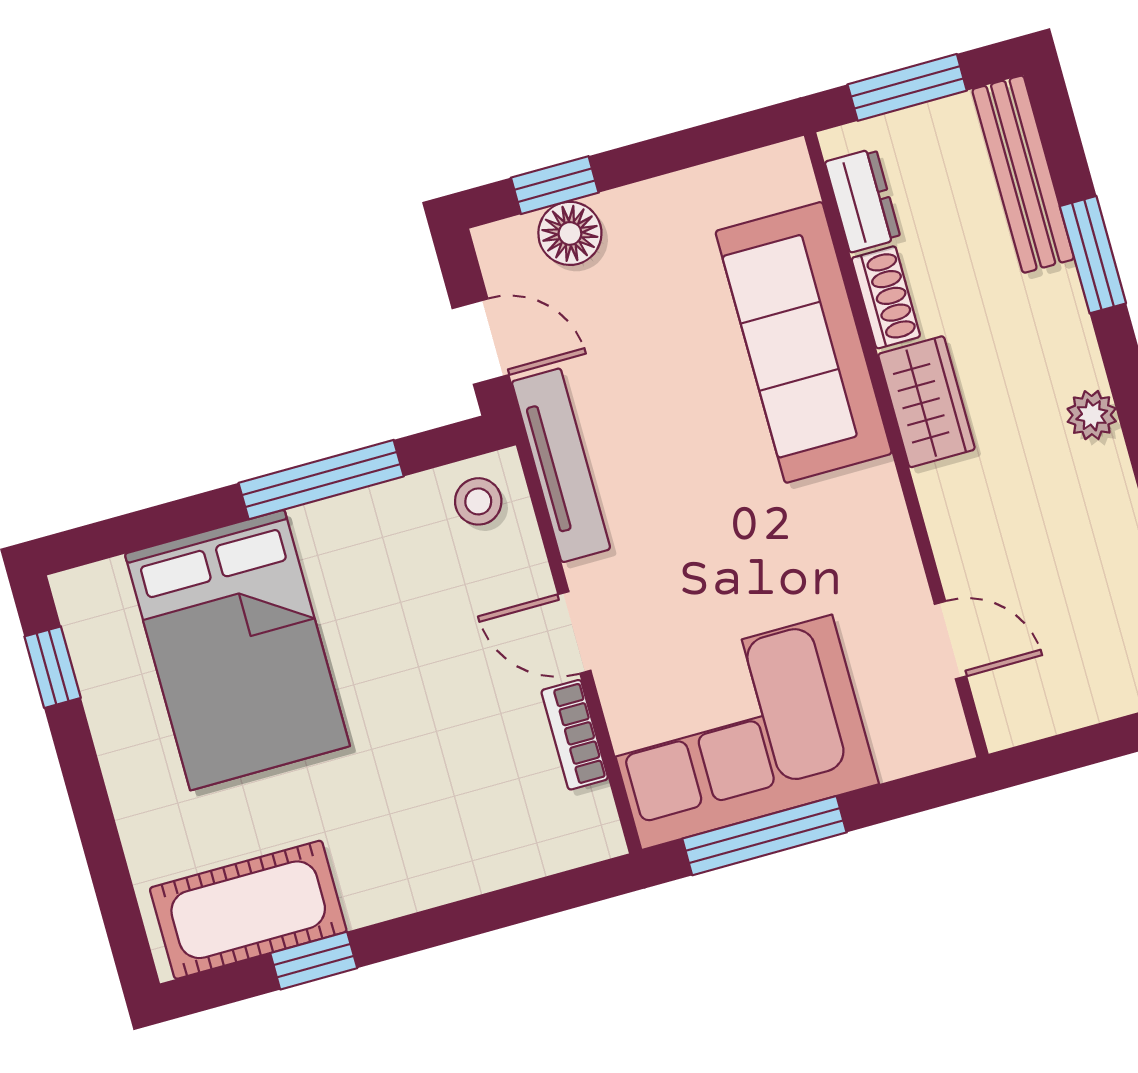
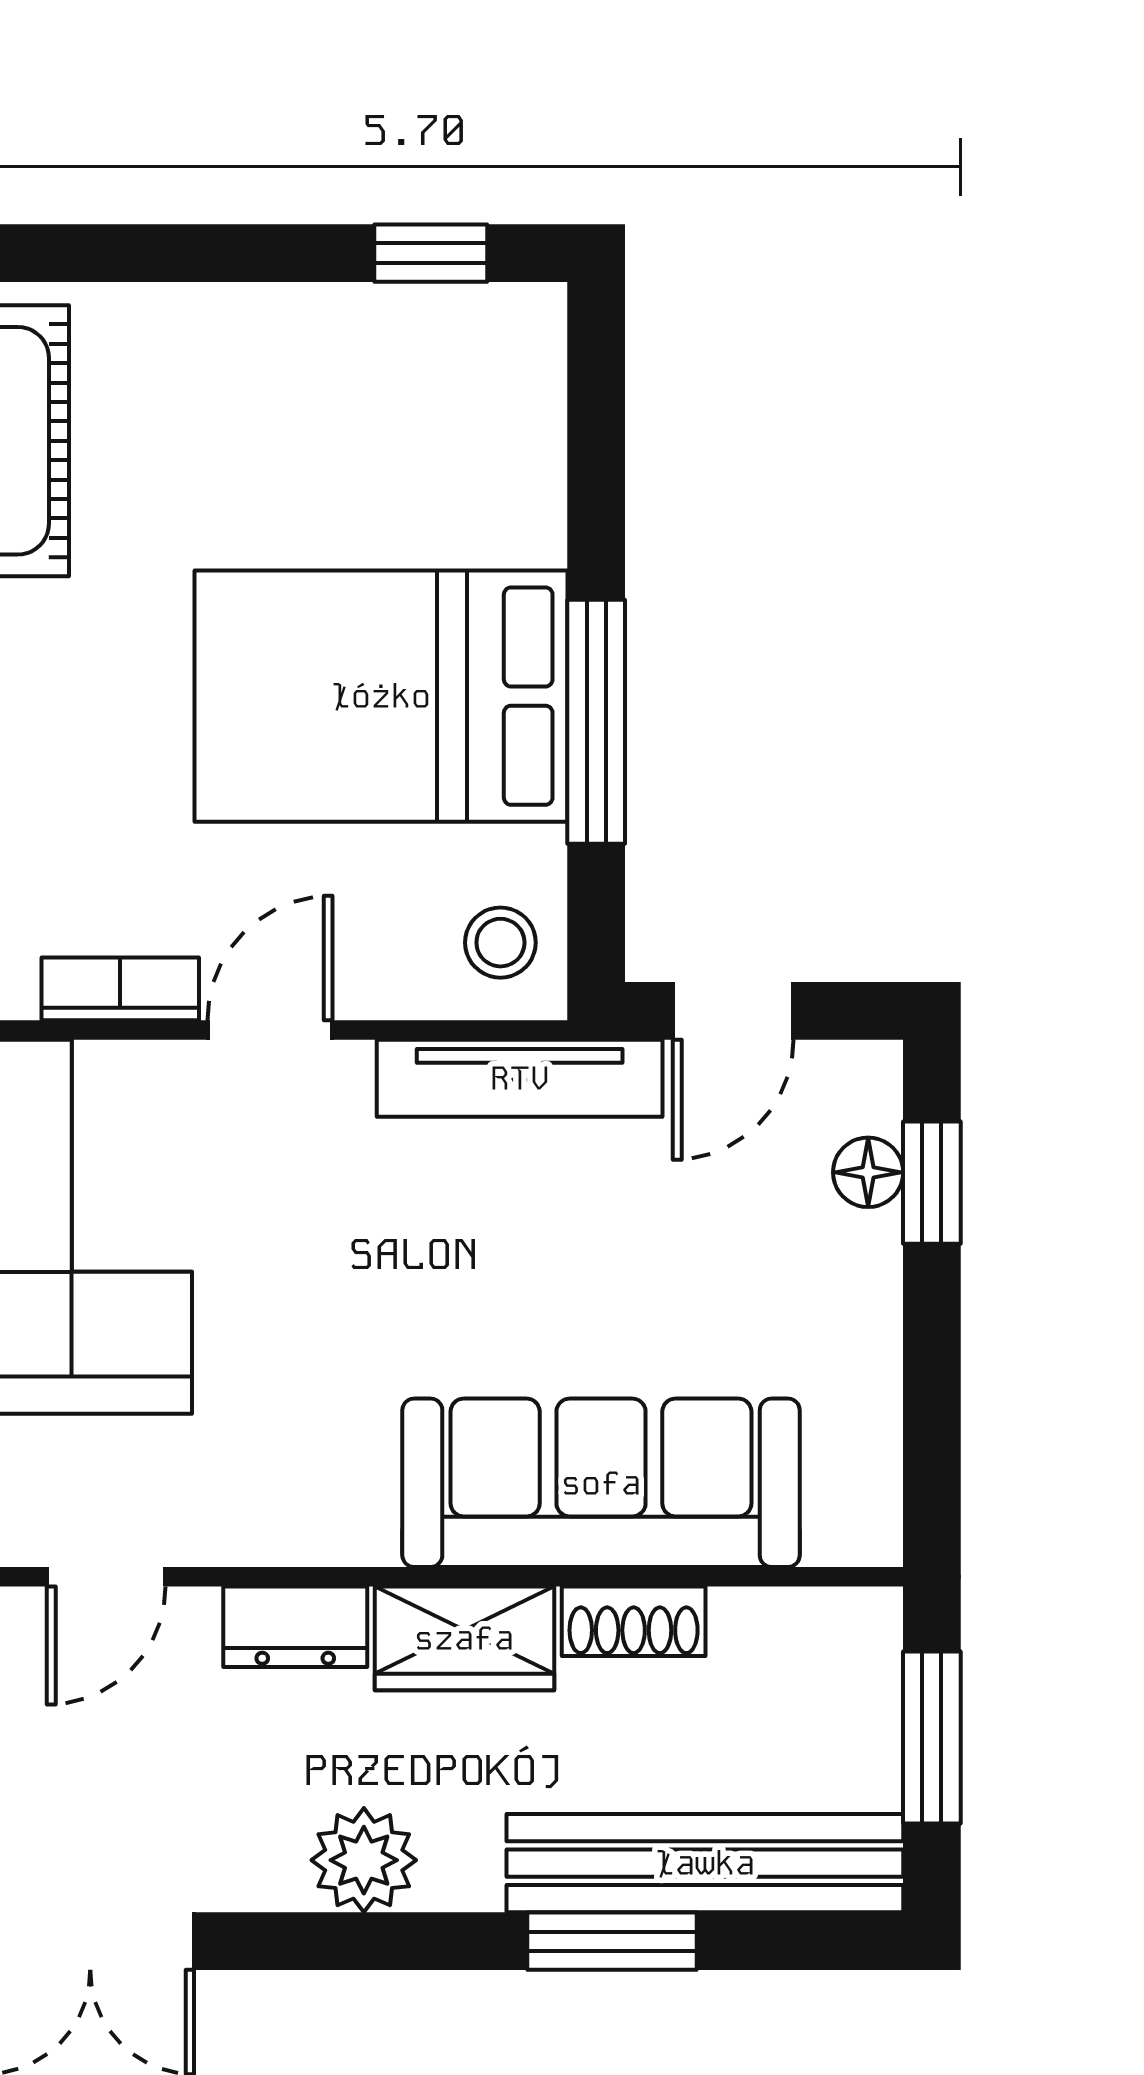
bench: (1023, 174) -> (705, 1863), width x1.37, depth x1.21
dresser: (863, 200) -> (295, 1627), moved
floor lamp: (570, 233) -> (868, 1172), width x0.73, depth x0.73
plant: (1092, 415) -> (364, 1860), width x1.38, depth x1.38
bed: (237, 650) -> (381, 696), moved

